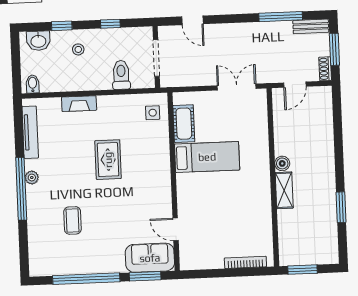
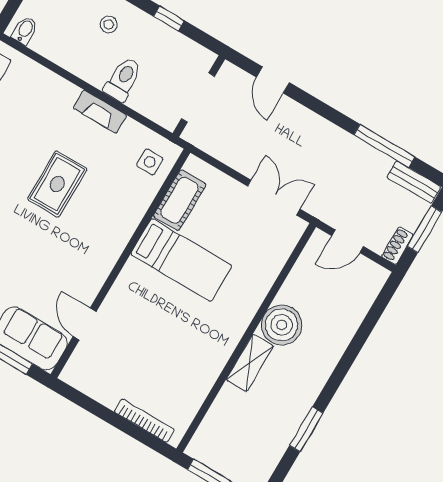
toilet: (121, 75) -> (123, 79), moved
fireplace: (79, 104) -> (100, 112), moved
boiler: (282, 163) -> (282, 325), width x1.86, depth x1.86

